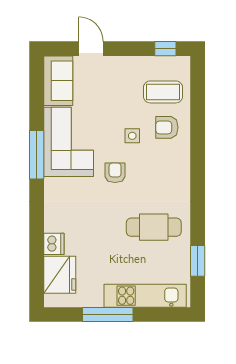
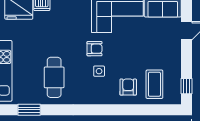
side table: (132, 136) -> (99, 71), moved

